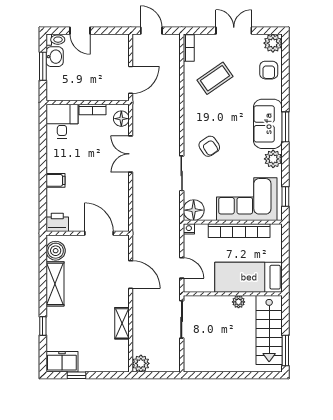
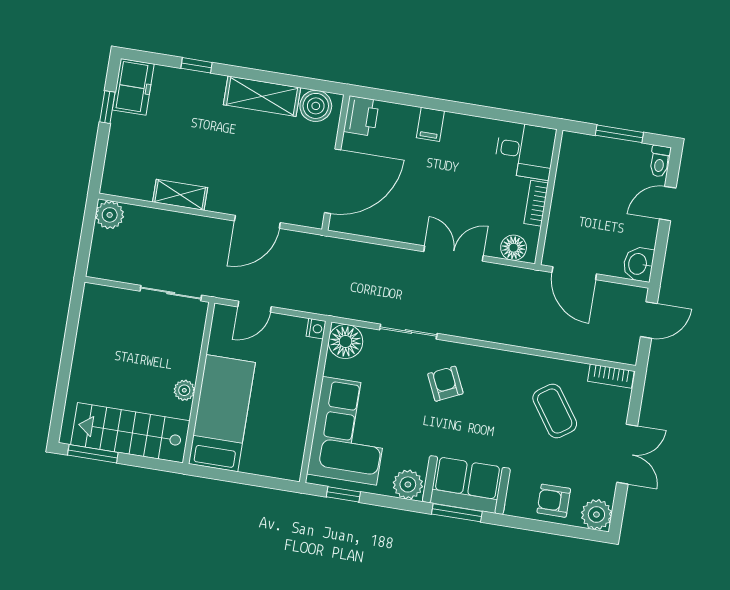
washbasin: (55, 57) -> (638, 264), moved, turned 90
armchair: (209, 146) -> (445, 384), turned 99
bookcase: (239, 231) -> (300, 410), removed
door: (99, 233) -> (333, 181), width x1.36

